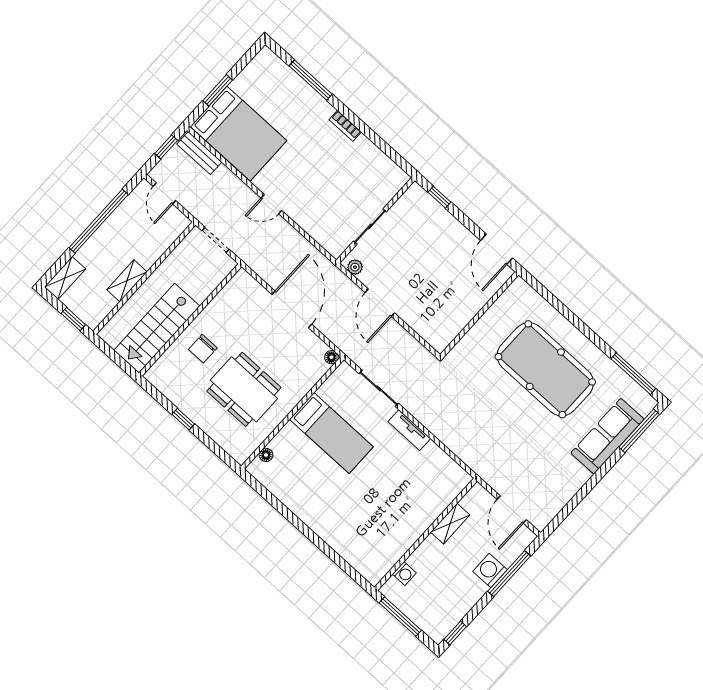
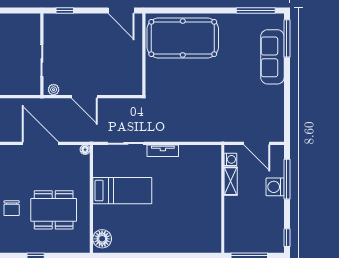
pool table: (545, 369) -> (183, 38), moved
floor lamp: (266, 455) -> (102, 239), width x1.89, depth x1.89
washing machine: (404, 574) -> (230, 159), moved

